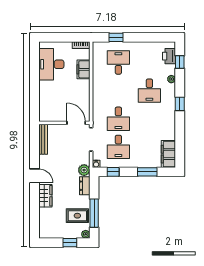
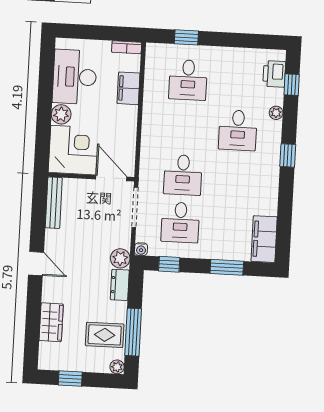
desk: (118, 62) -> (188, 80), turned 180
plant: (45, 87) -> (61, 114), added
corner desk: (53, 108) -> (73, 150), added
wardrobe: (45, 196) -> (51, 322), moved
window: (70, 243) -> (70, 379), moved

